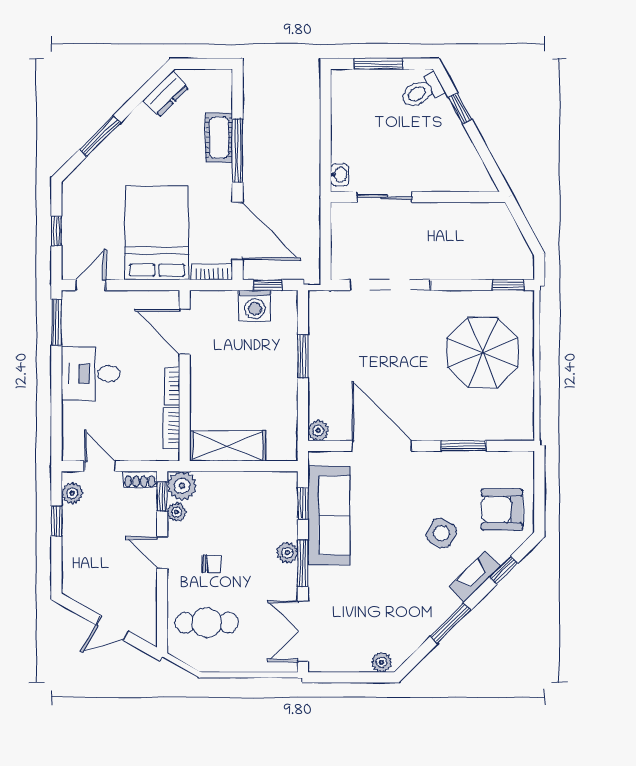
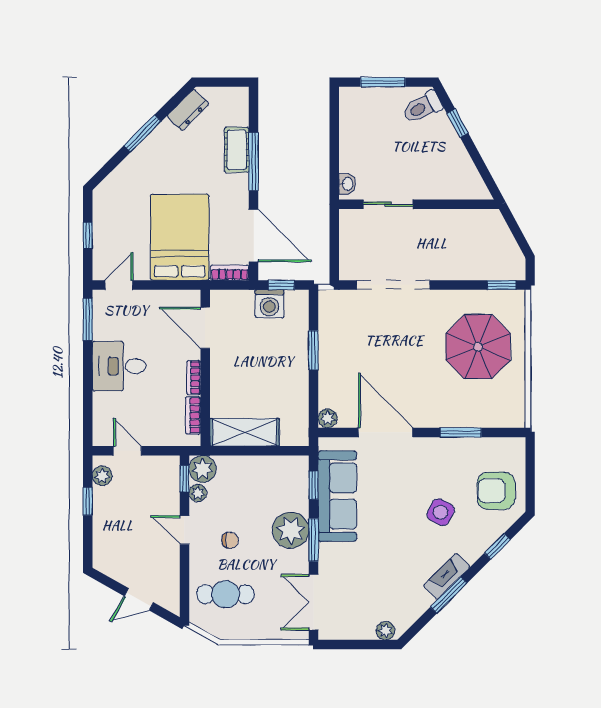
window: (100, 136) -> (143, 133), moved
shoe rack: (140, 479) -> (164, 463), removed
plant: (287, 553) -> (291, 530), width x1.87, depth x1.87
fireplace: (475, 577) -> (447, 576), moved

